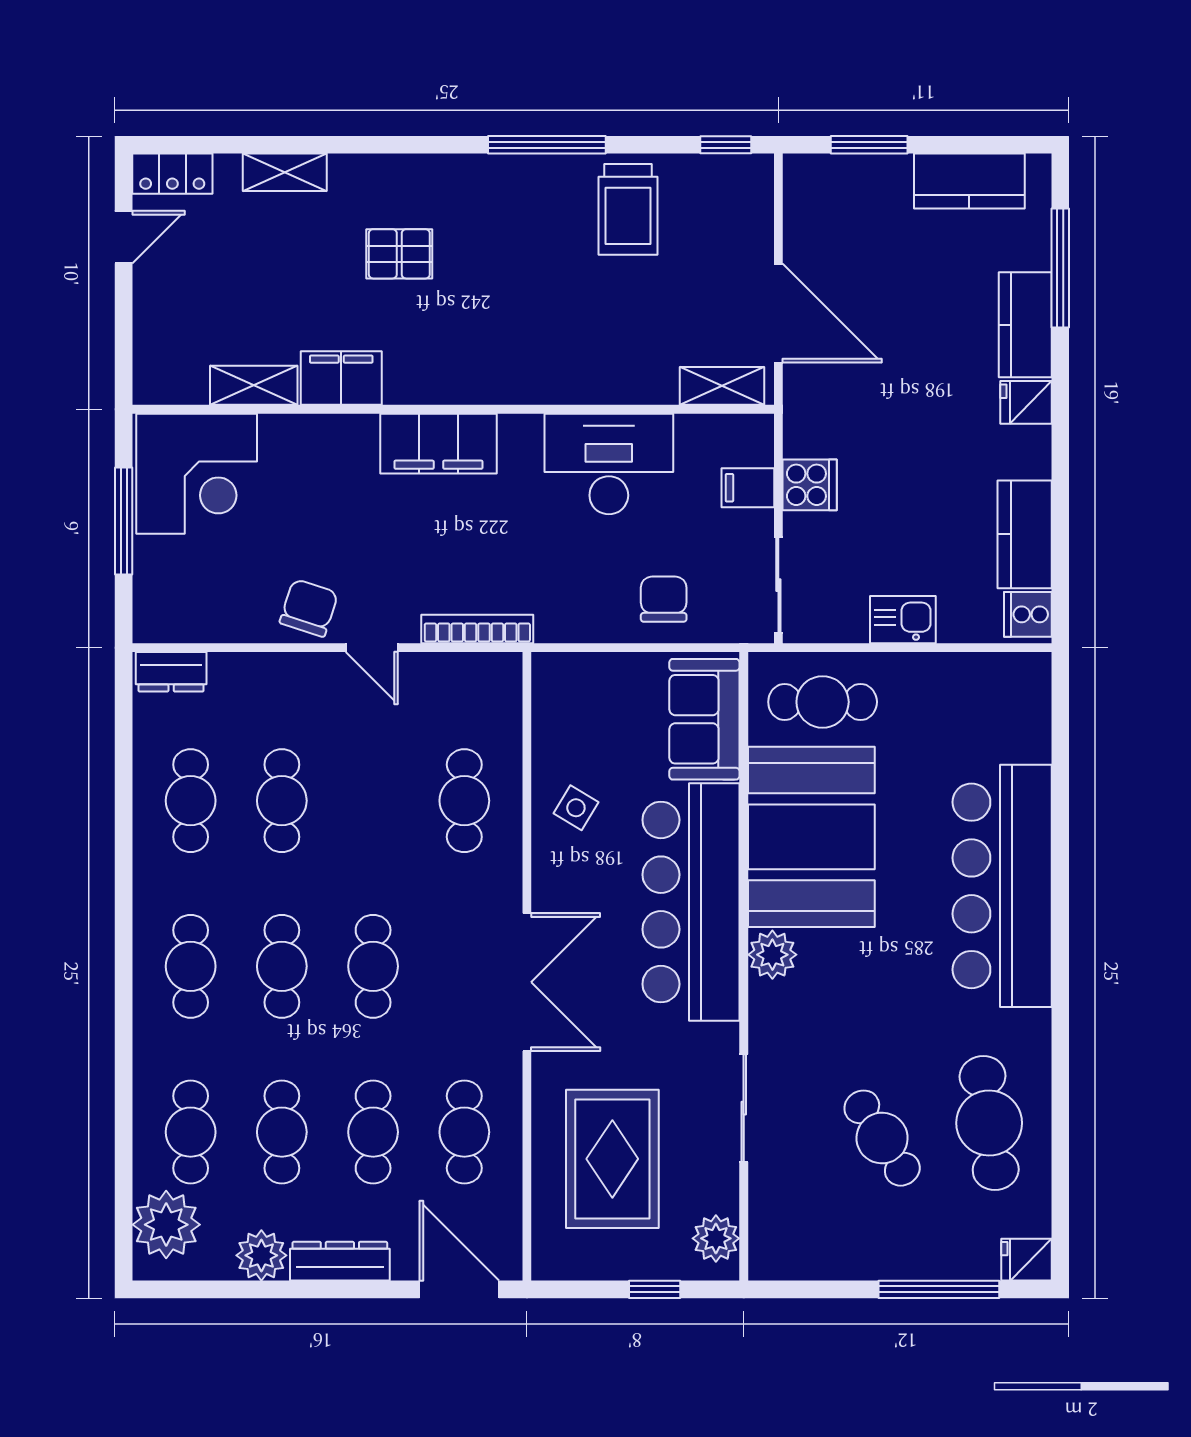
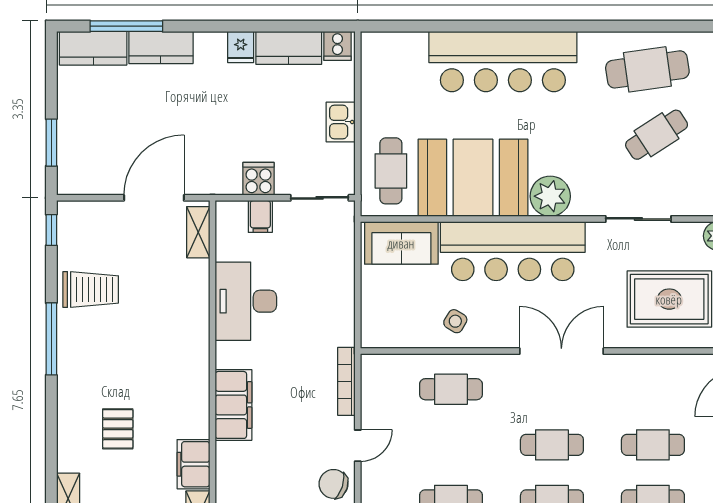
kitchen counter: (969, 181) -> (93, 48), moved, turned 90
fridge: (1026, 402) -> (241, 47), moved
chair: (664, 599) -> (328, 268), removed
plant: (772, 955) -> (550, 196), width x1.36, depth x1.36
cafe table: (464, 1132) -> (653, 389), removed

